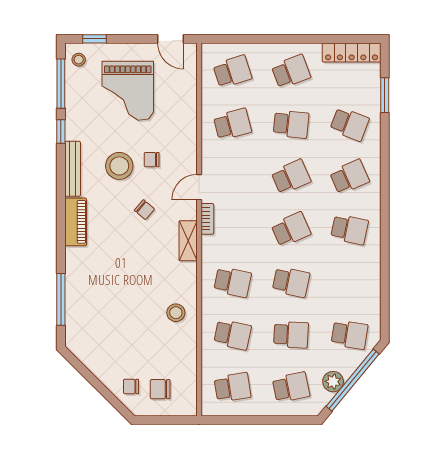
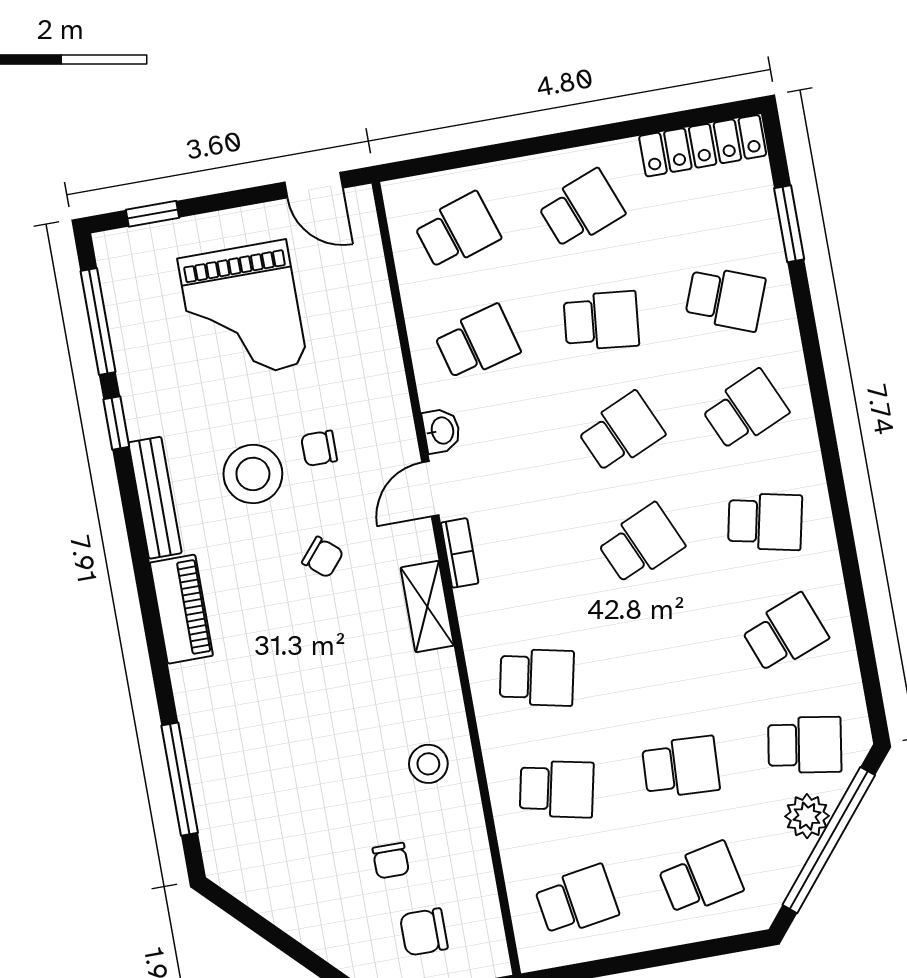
stool: (79, 60) -> (127, 264), removed
washbasin: (209, 161) -> (441, 431), added
school desk: (291, 282) -> (785, 633), moved, turned -33
plant: (333, 382) -> (807, 816), moved
chair: (131, 386) -> (391, 861), moved, turned -90

